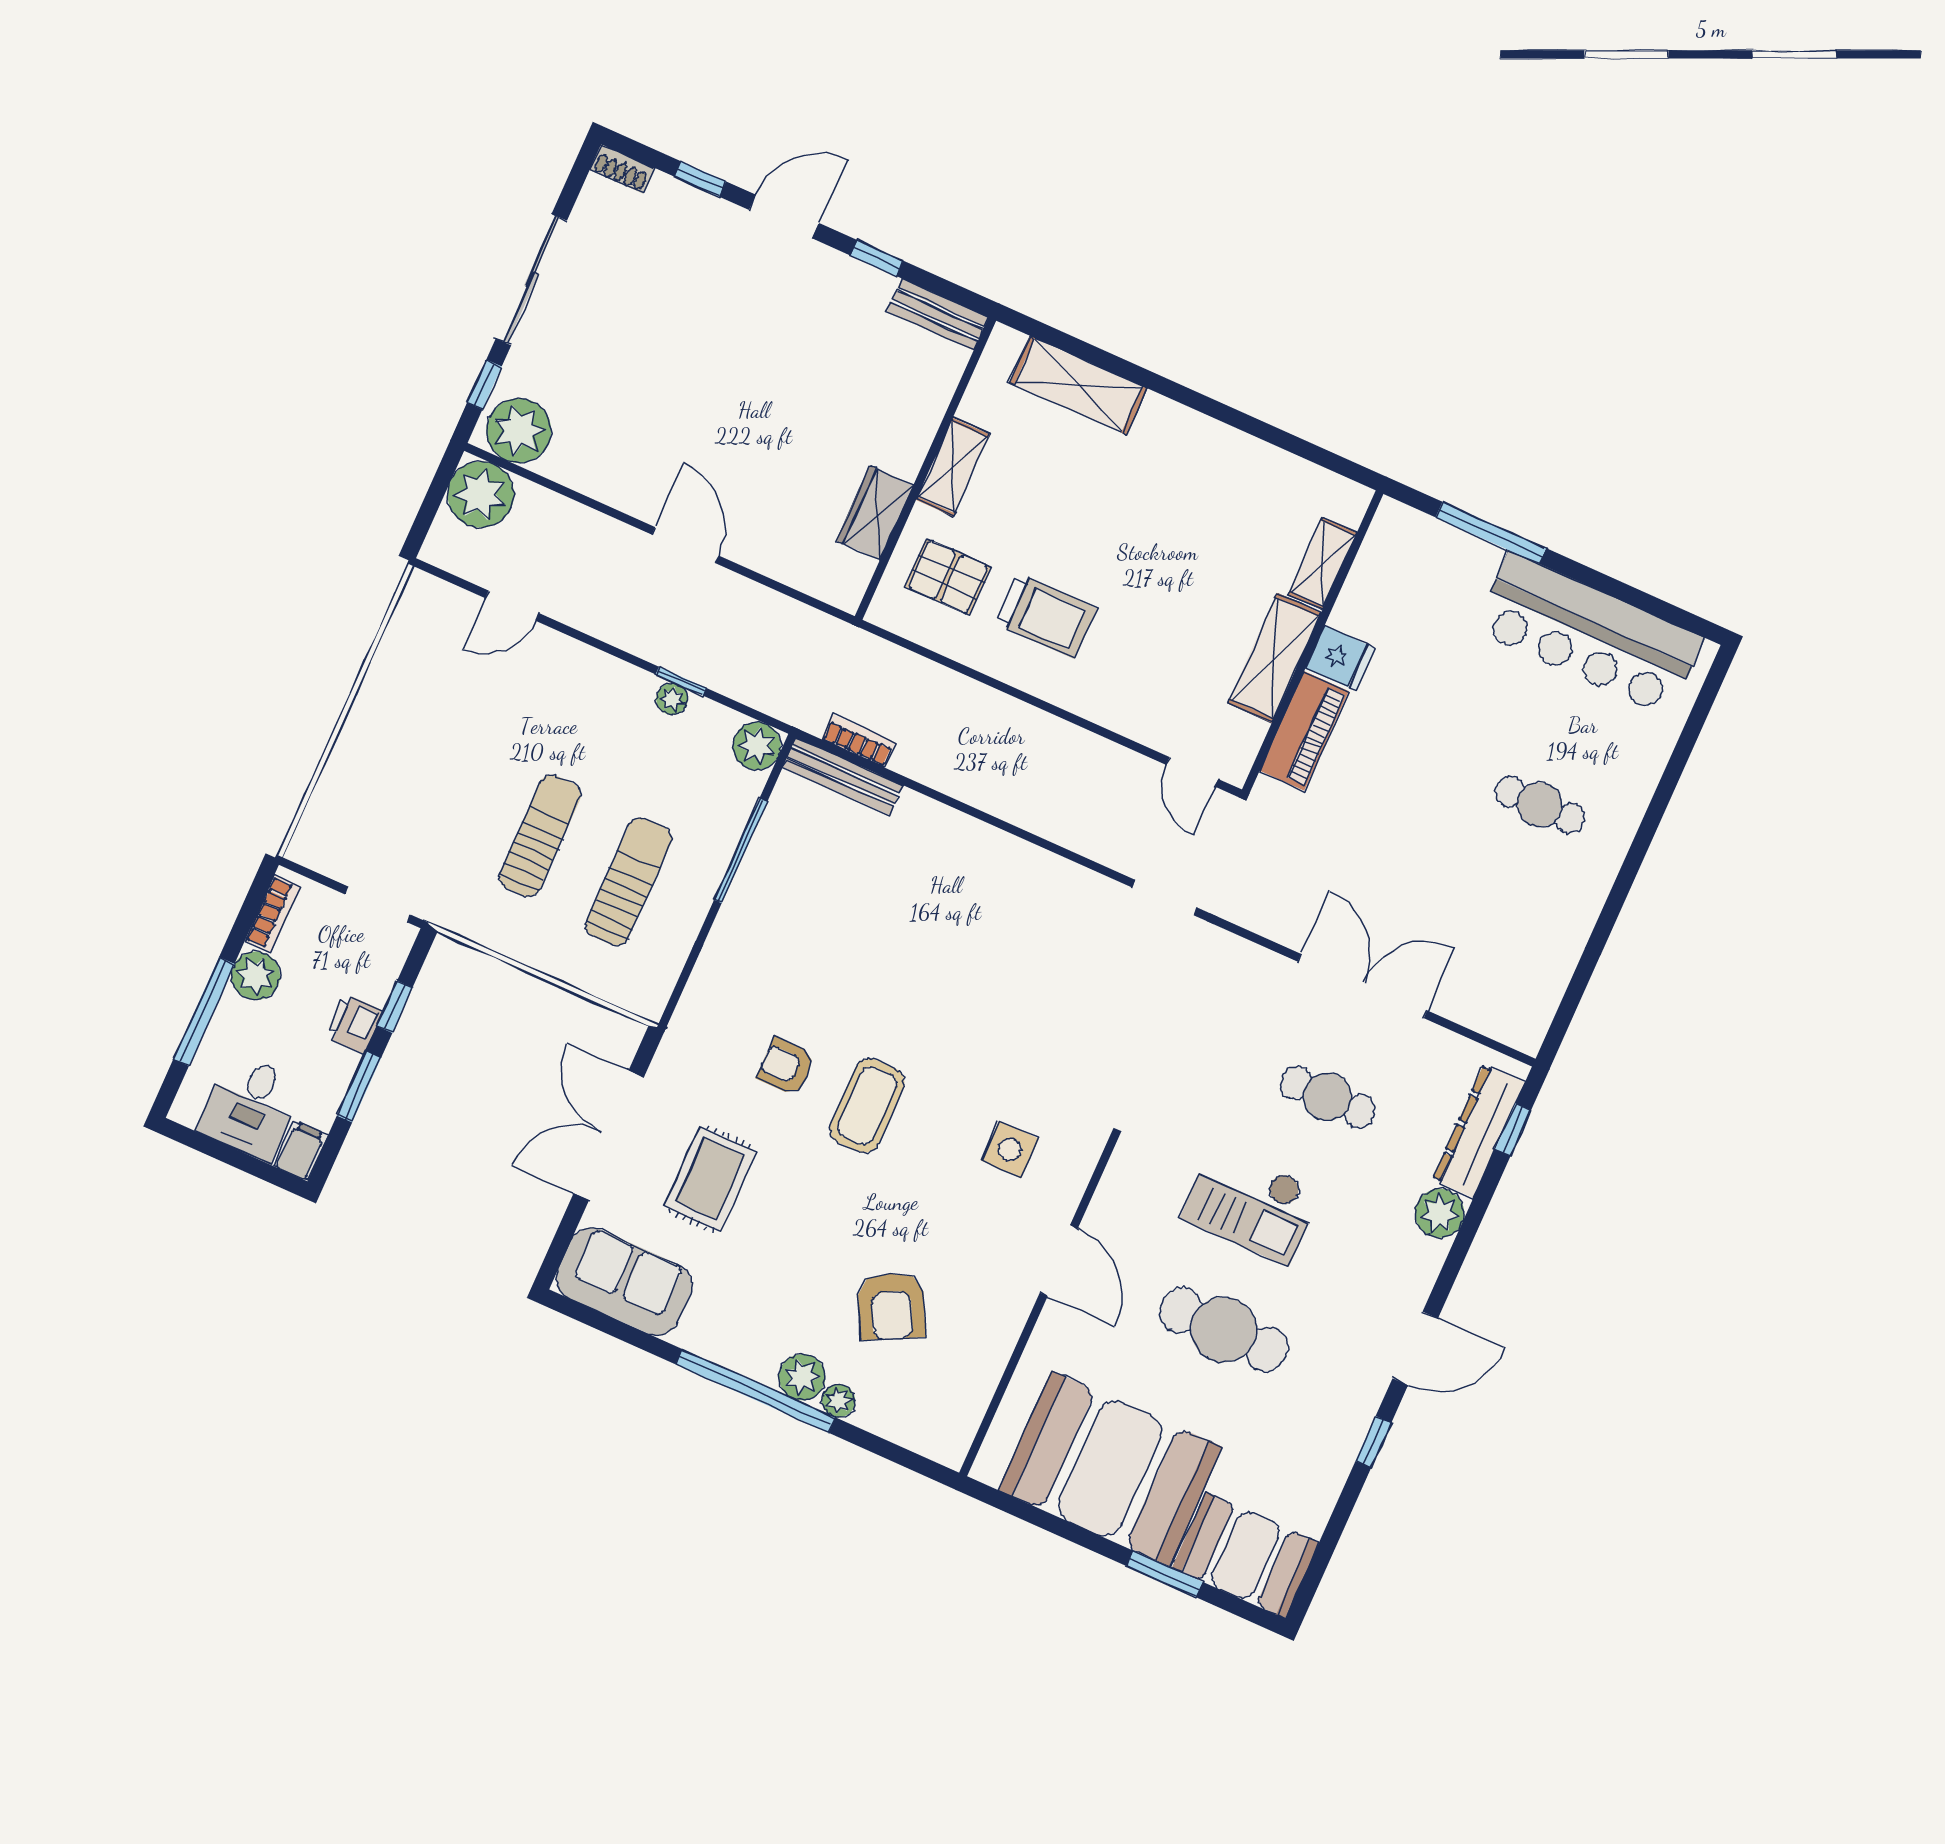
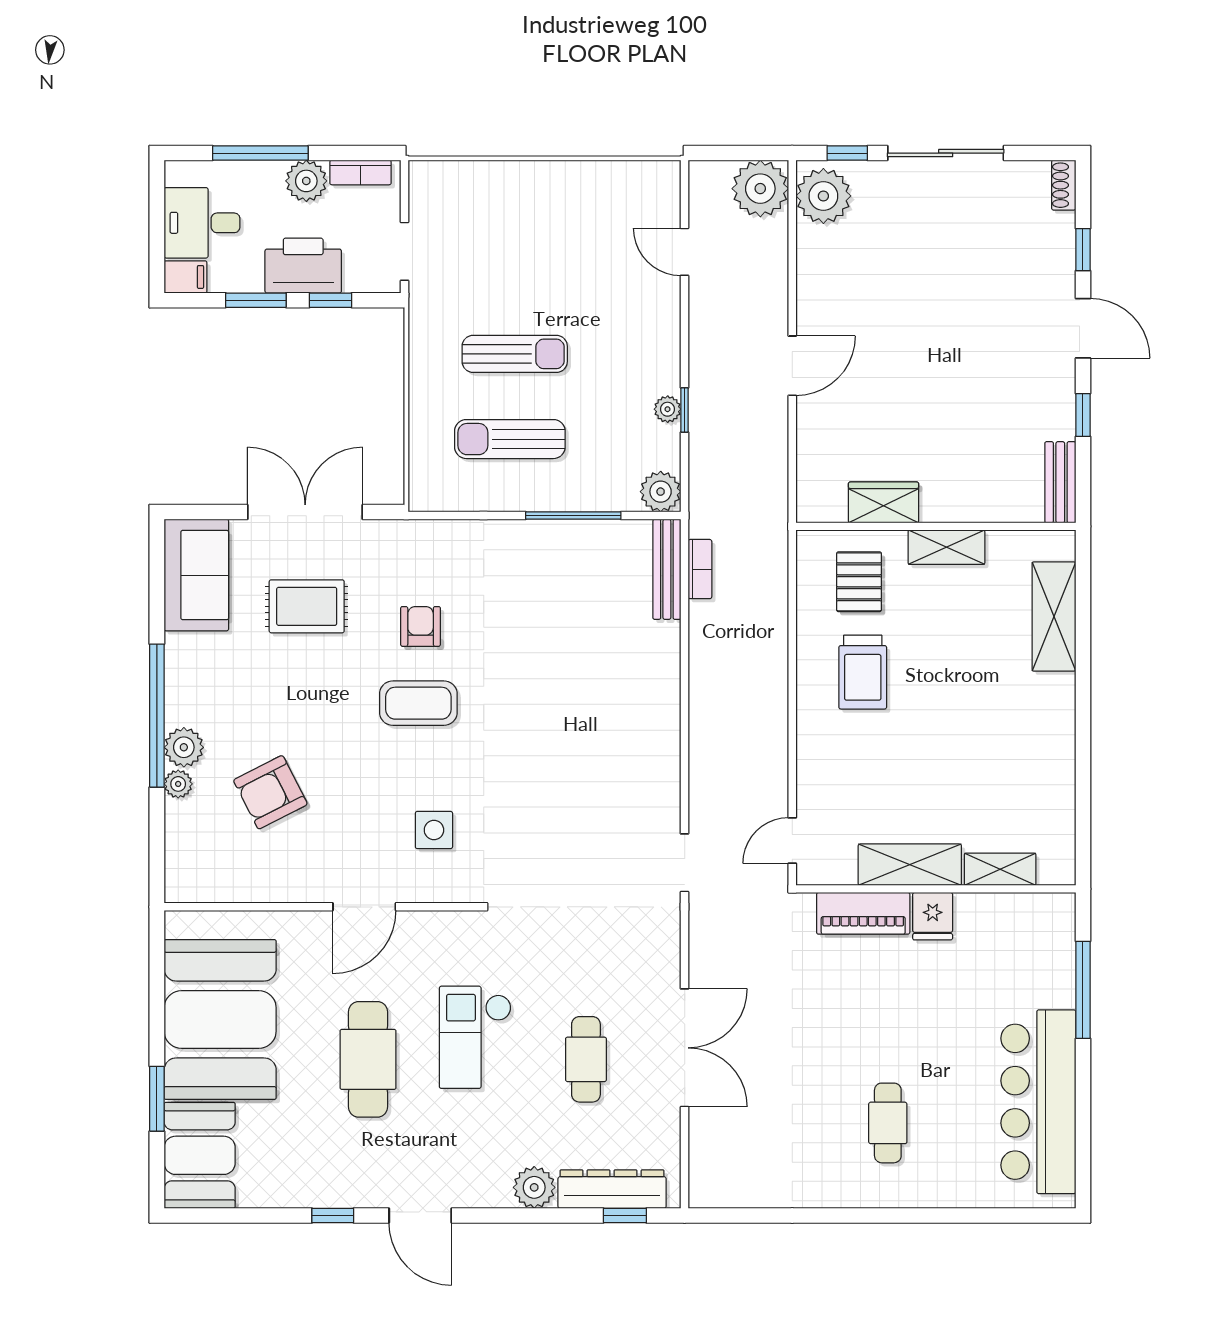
sun lounger: (629, 882) -> (510, 439), turned 180
printer: (354, 1024) -> (303, 266), width x1.87, depth x1.48

